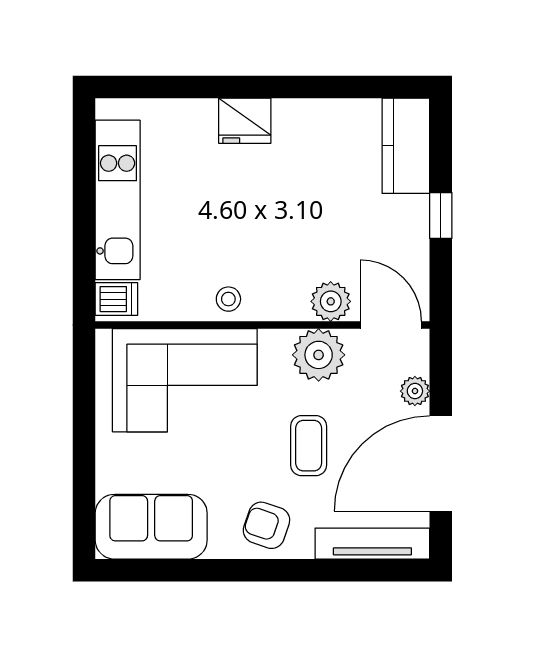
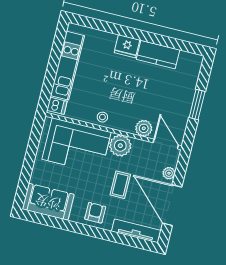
kitchen counter: (406, 146) -> (158, 55), moved, turned -90
window: (441, 216) -> (197, 104), width x1.50
plant: (319, 355) -> (120, 146), moved
door: (441, 464) -> (172, 205), hinge flipped
armchair: (266, 525) -> (95, 213), turned 71

